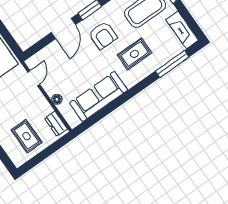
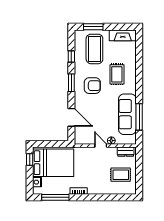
door: (63, 29) -> (71, 117), moved
window: (172, 64) -> (139, 117), moved
door: (34, 78) -> (101, 146), moved

